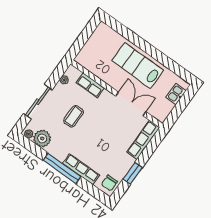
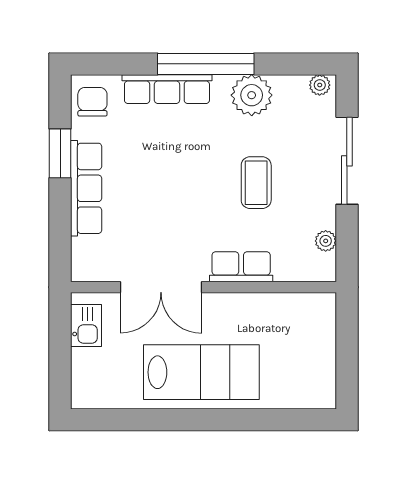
row of seats: (90, 85) -> (241, 267), moved
kitchen sink: (176, 94) -> (86, 326), moved
plant: (42, 138) -> (252, 95), moved
row of seats: (143, 140) -> (86, 188), moved

